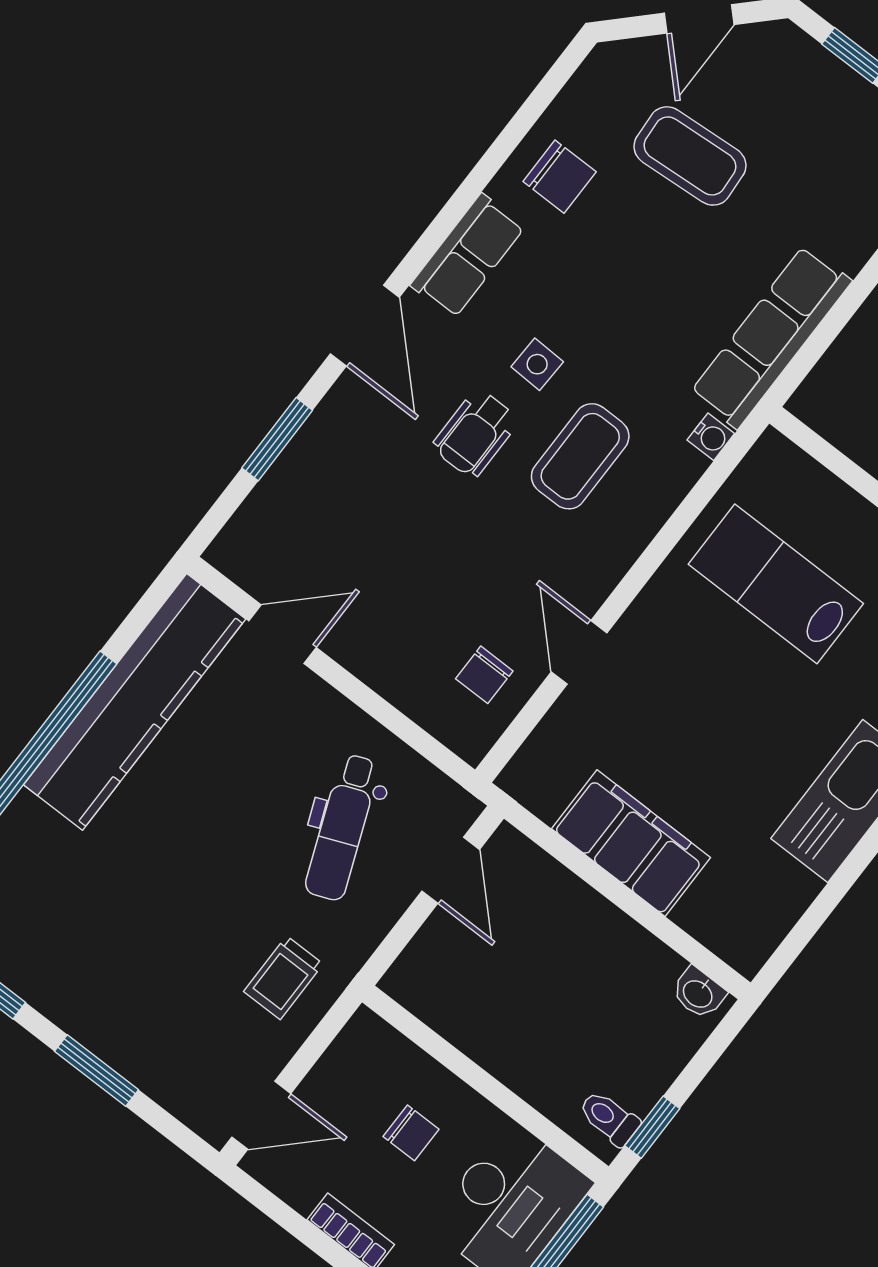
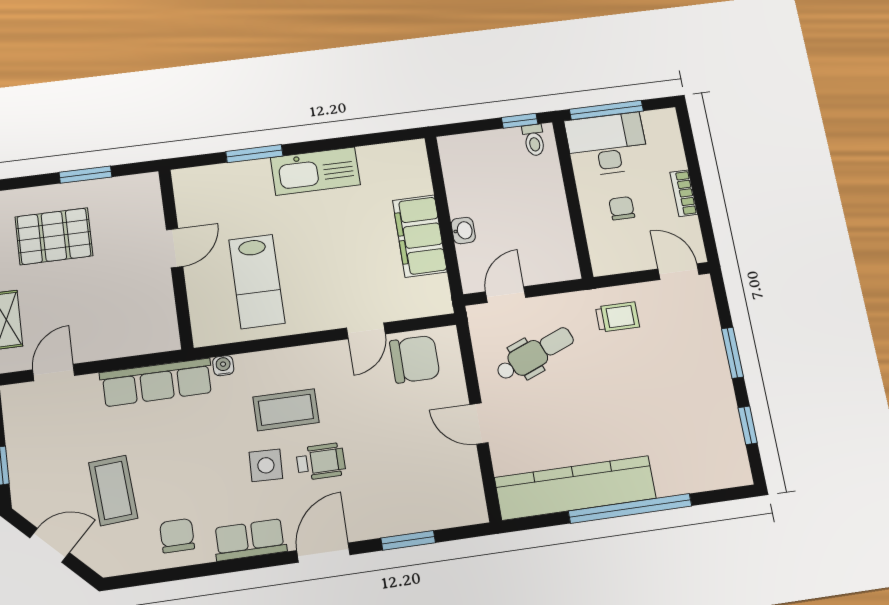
side table: (537, 364) -> (266, 465), width x1.37, depth x1.37
door: (283, 634) -> (479, 424), moved
chair: (484, 675) -> (415, 359), width x1.87, depth x1.87
washbasin: (698, 993) -> (463, 231), moved

